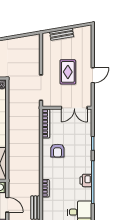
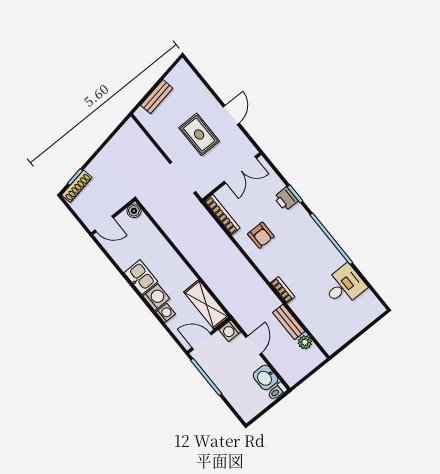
printer: (86, 180) -> (286, 199), moved
door: (7, 205) -> (254, 345), hinge flipped

